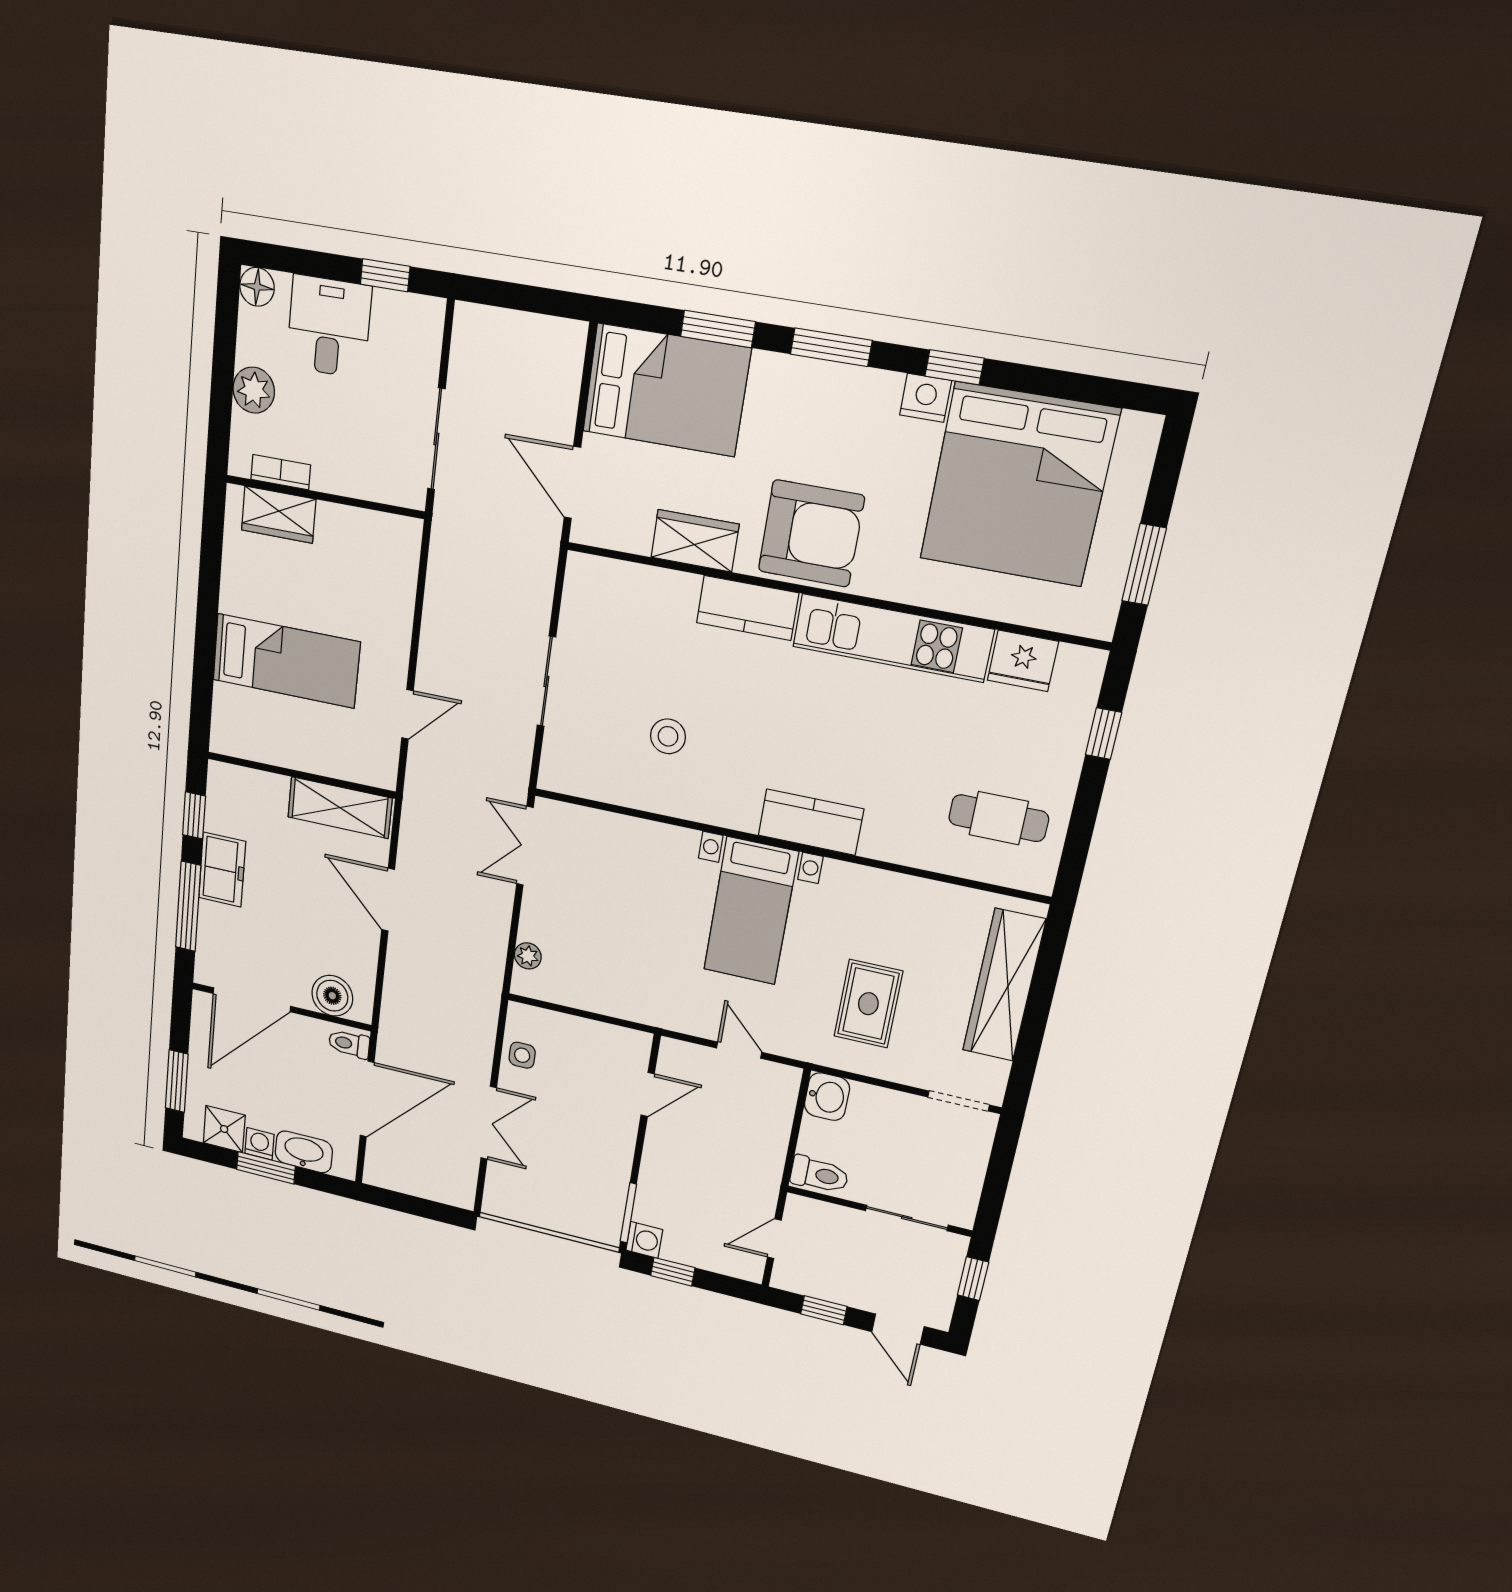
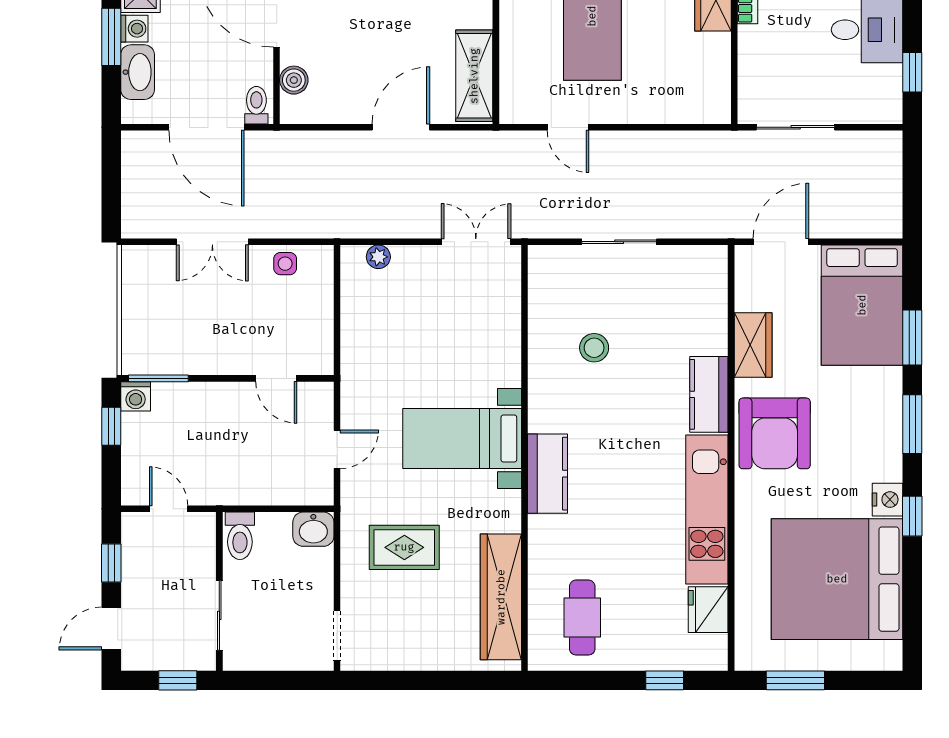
wardrobe: (1004, 985) -> (501, 597), moved, turned -90
boiler: (332, 996) -> (294, 80), width x0.73, depth x0.73

